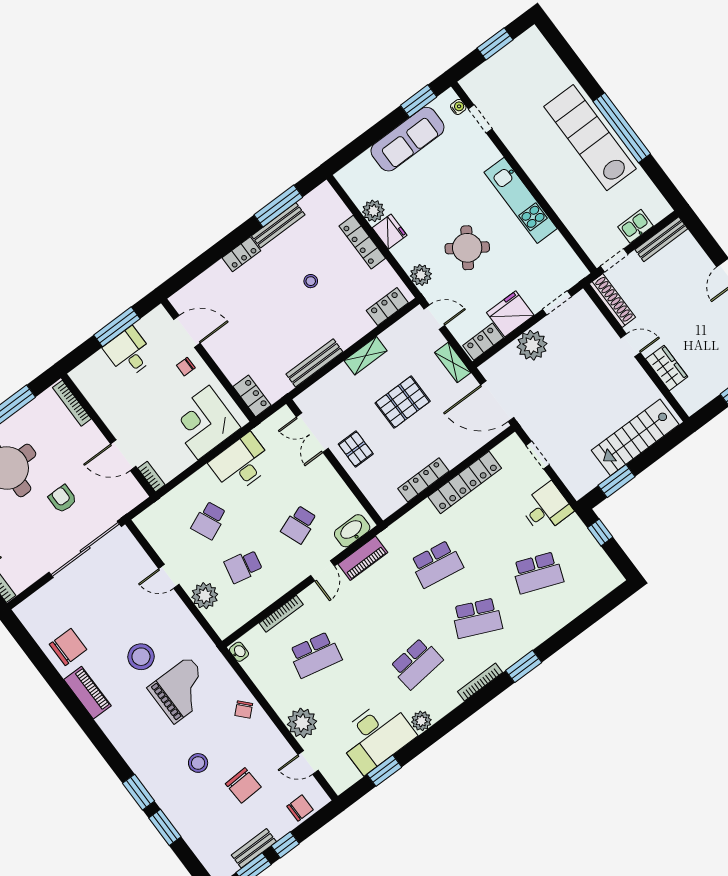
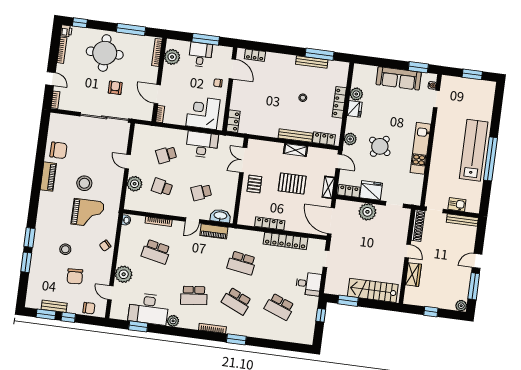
locker: (241, 254) -> (255, 55), moved
bench: (314, 363) -> (295, 136), moved
plant: (96, 390) -> (172, 57), added

